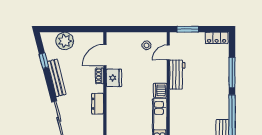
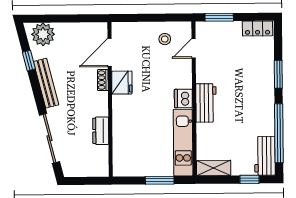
plant: (65, 41) -> (43, 34), moved
window: (232, 73) -> (278, 74), width x0.69
workbench: (177, 75) -> (206, 103), moved
dresser: (98, 104) -> (101, 131), moved

